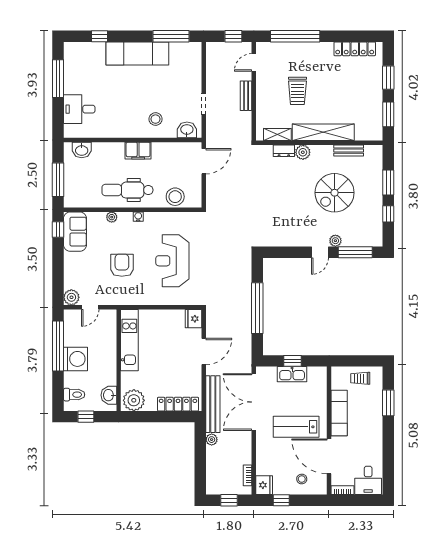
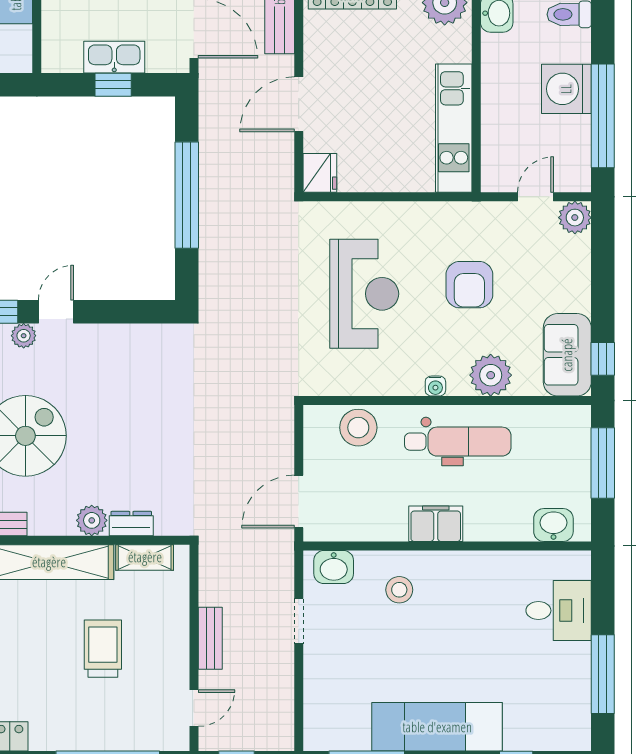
plant: (112, 217) -> (491, 375), width x1.88, depth x1.88

